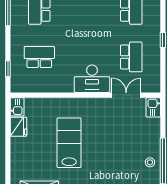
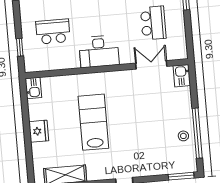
desk: (92, 79) -> (99, 51), moved
fridge: (18, 127) -> (39, 131), moved

